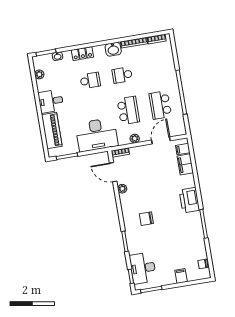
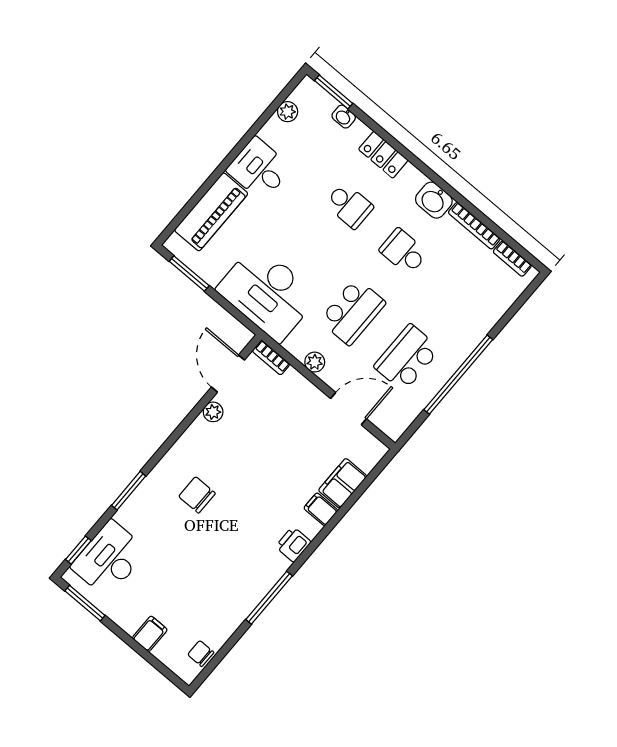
filing cabinet: (183, 149) -> (321, 509), moved
printer: (189, 200) -> (293, 544), width x0.53, depth x0.68

